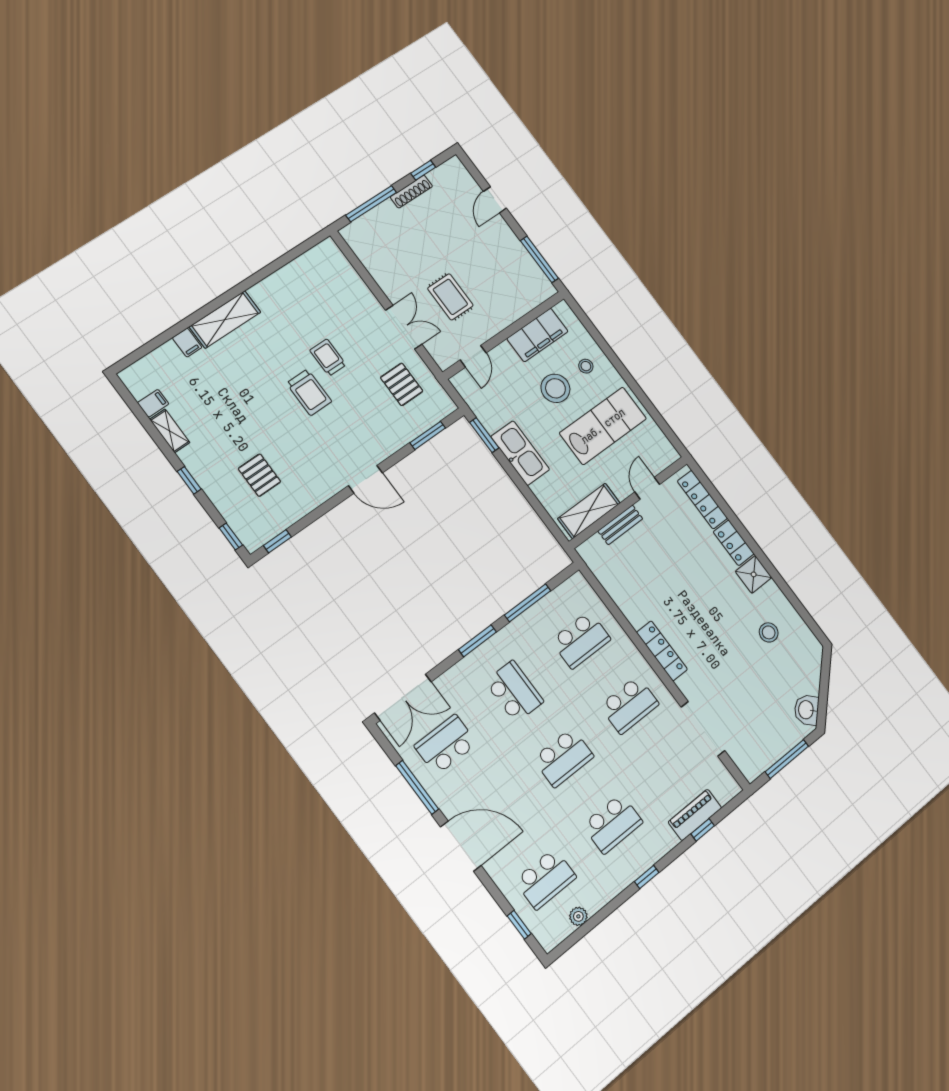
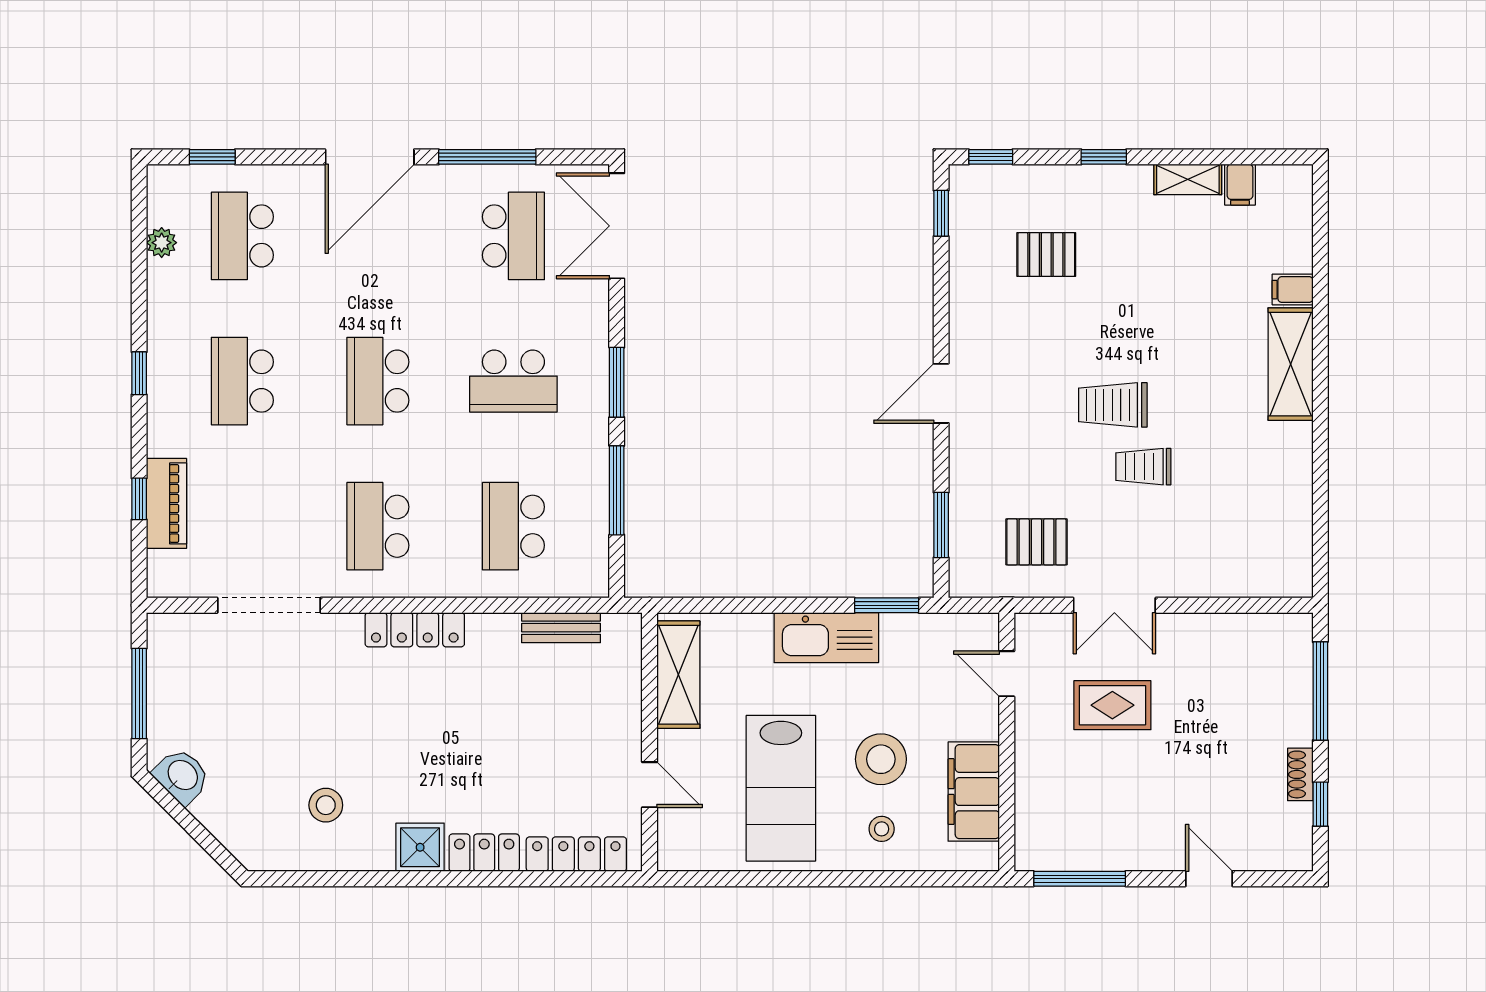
shoe rack: (411, 192) -> (1300, 774), width x0.70
trolley: (328, 358) -> (1143, 467), turned 180
bench: (620, 525) -> (561, 628), moved, turned 90

